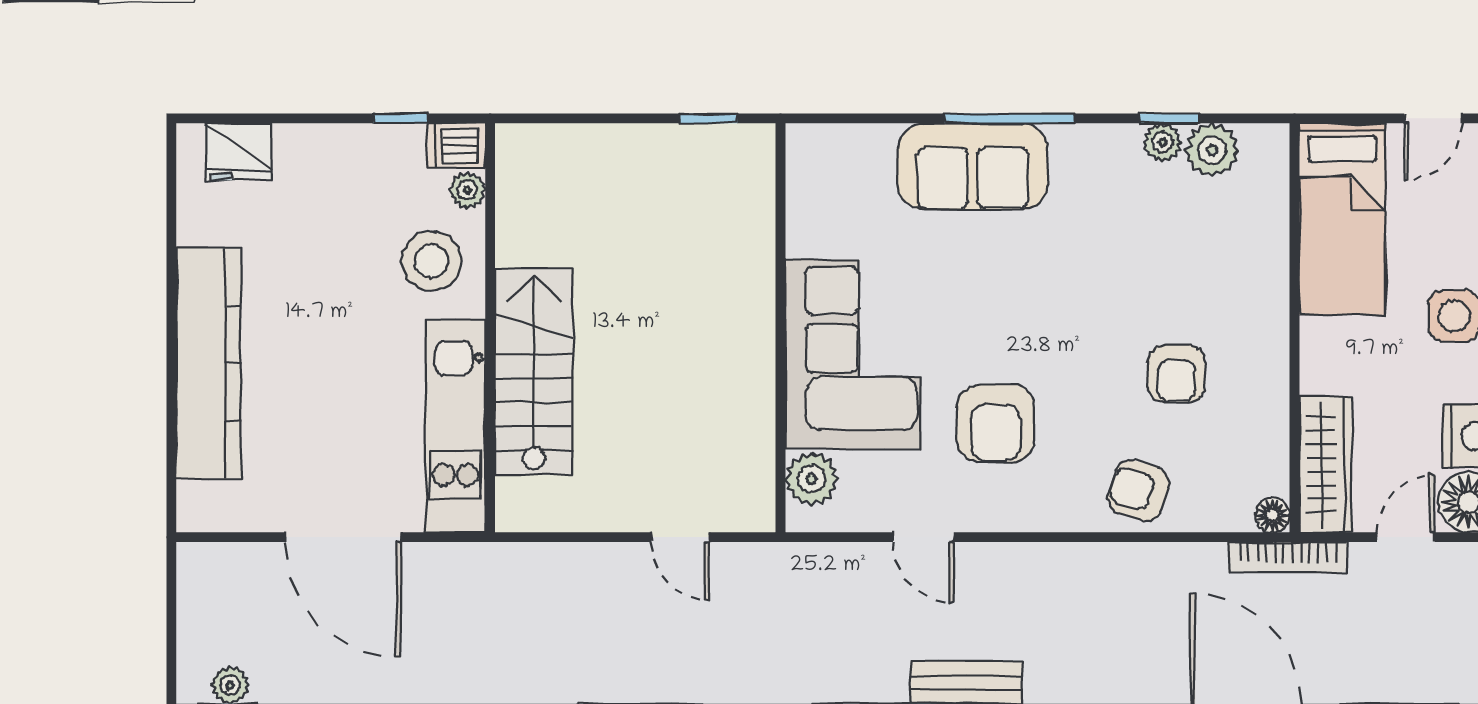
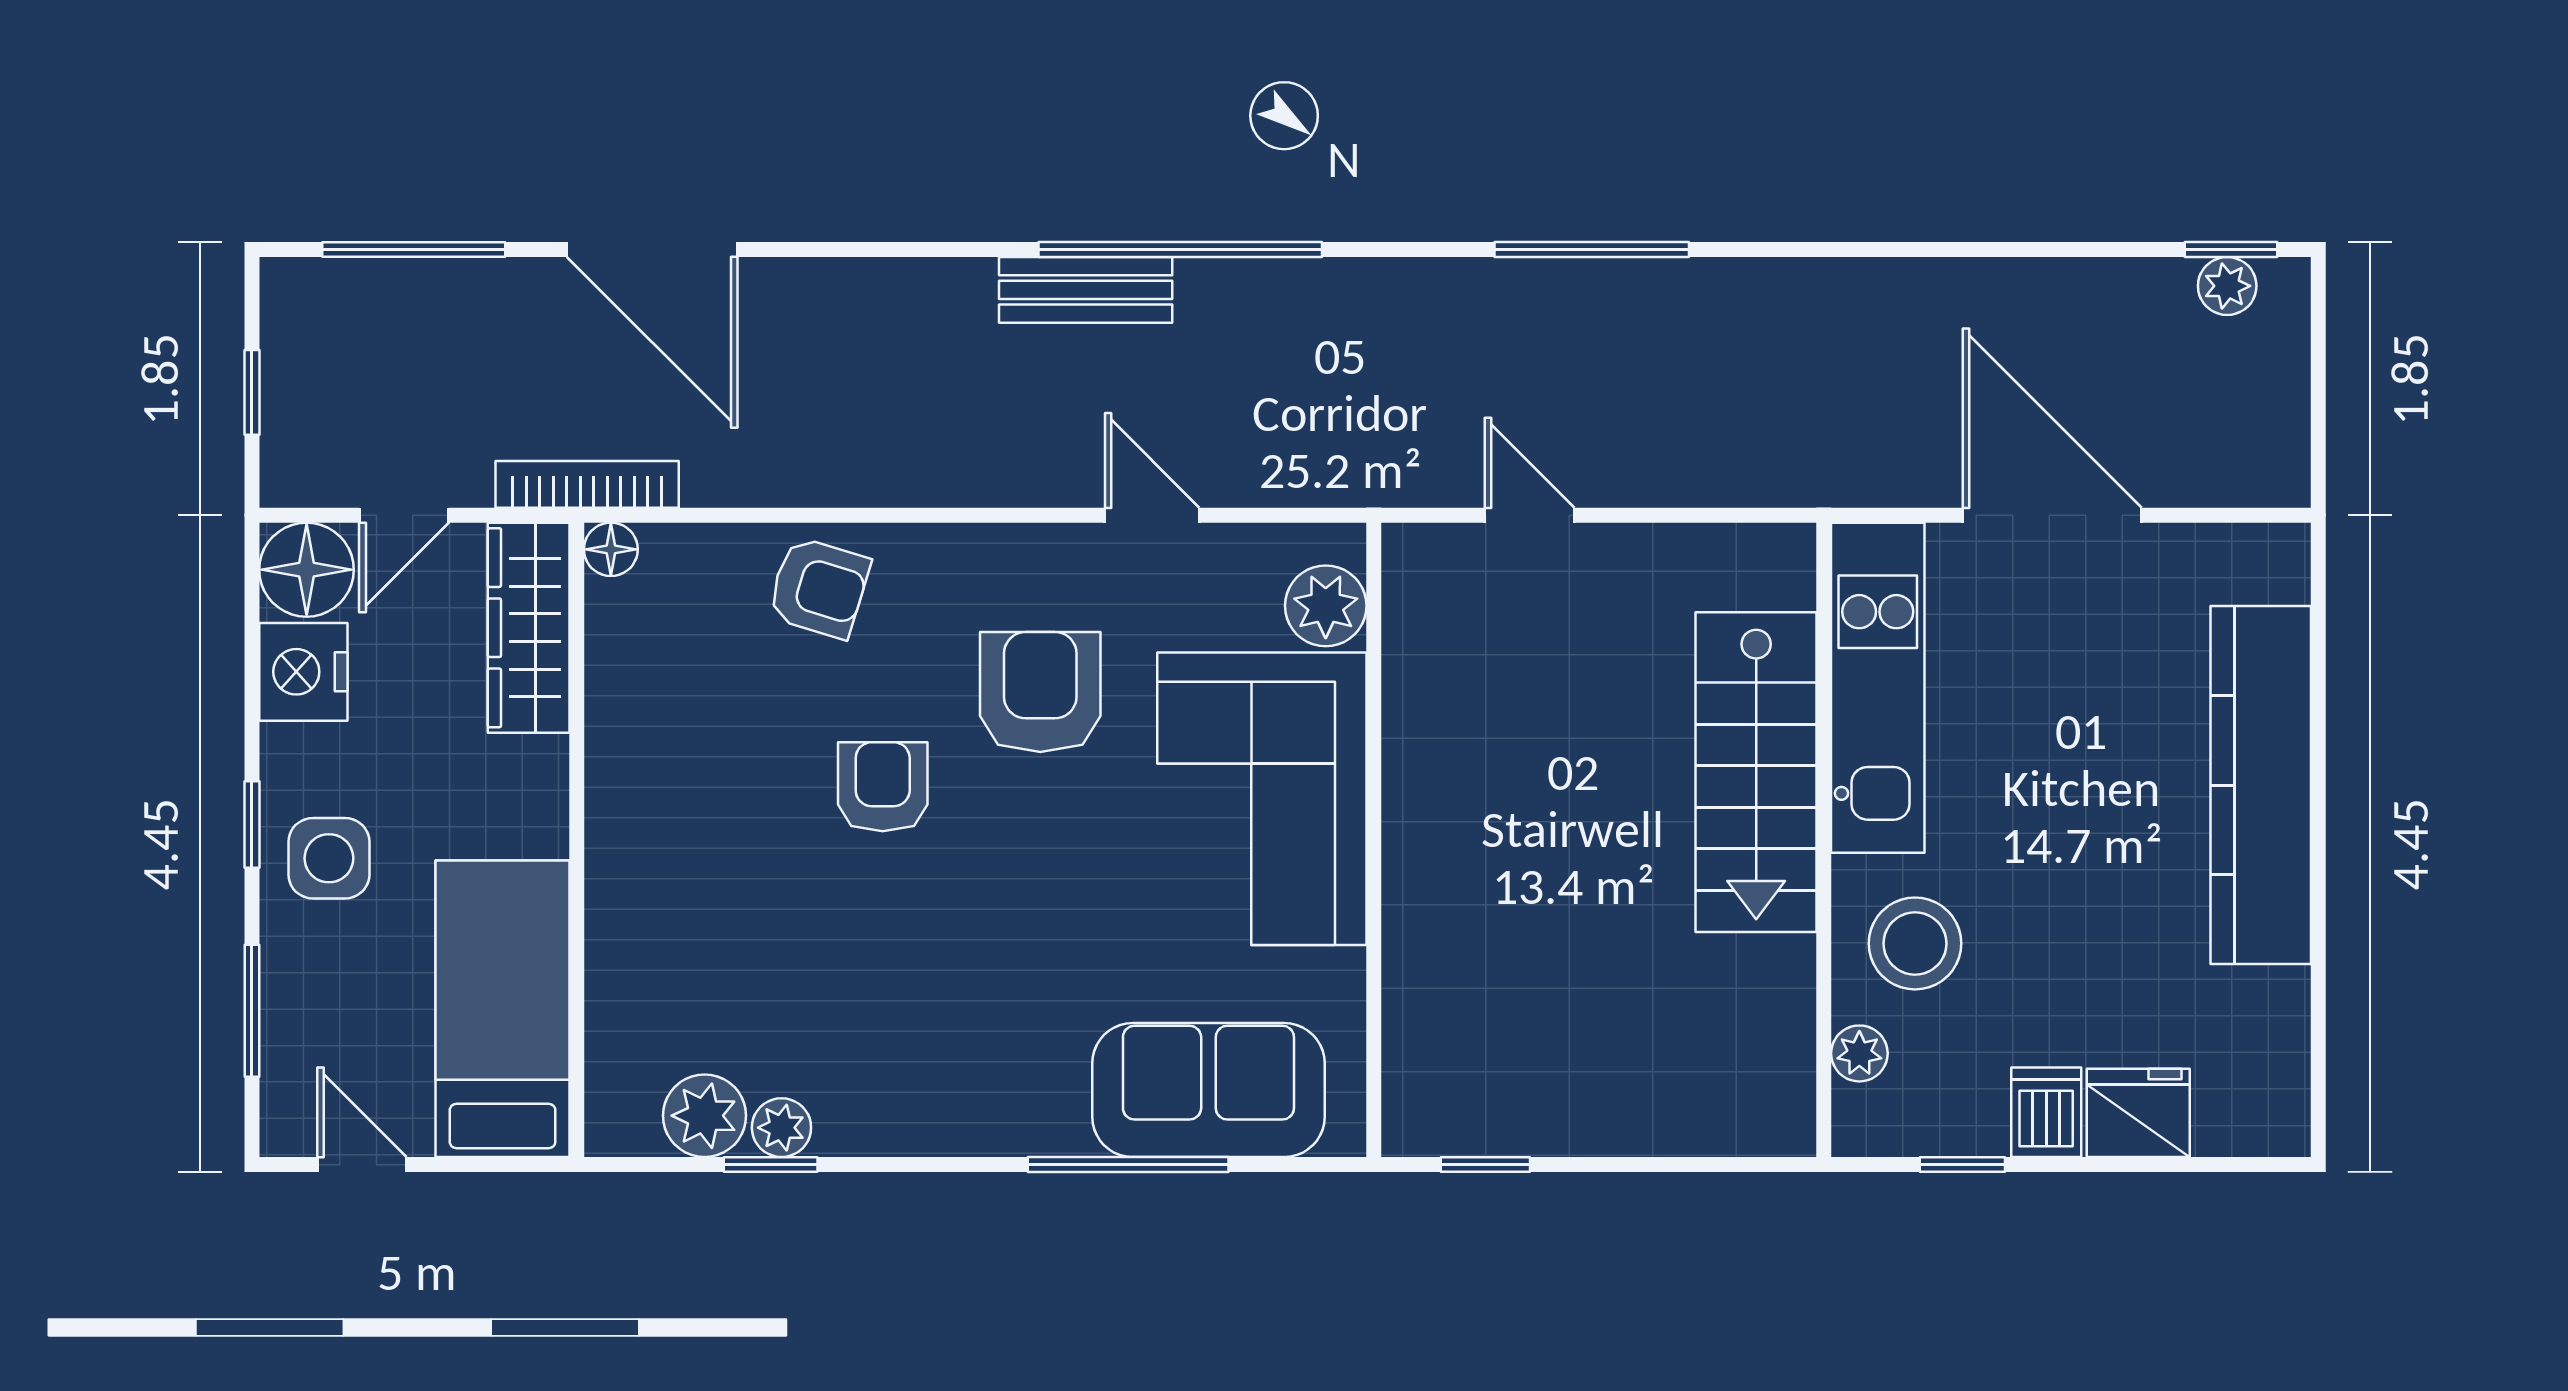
window: (1010, 118) -> (1128, 1165), moved
door: (1433, 118) -> (362, 1165), hinge flipped
dishwasher: (456, 146) -> (2046, 1112), moved, turned -90
fridge: (238, 152) -> (2138, 1113), moved
sofa: (973, 166) -> (1208, 1090), moved
armchair: (1176, 374) -> (883, 787), moved

